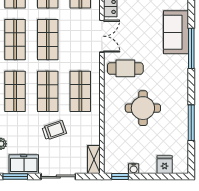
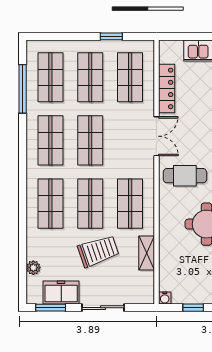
trolley: (54, 130) -> (98, 251), width x1.36, depth x1.39
shelving: (94, 160) -> (147, 253), moved
water cooler: (134, 169) -> (165, 298), moved
window: (120, 177) -> (193, 308), moved

